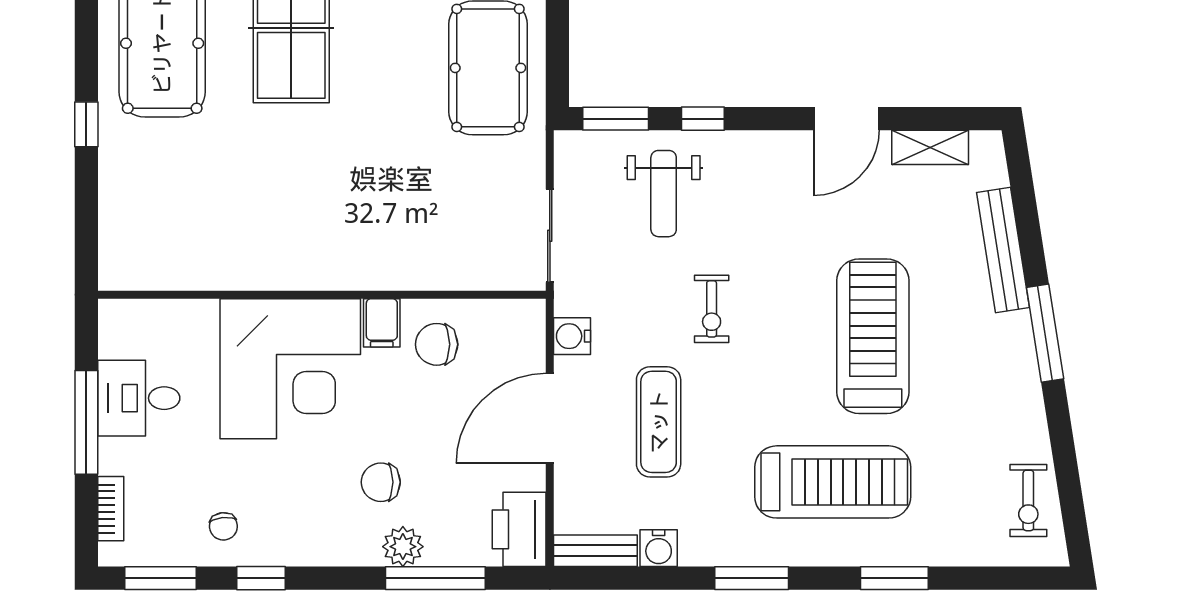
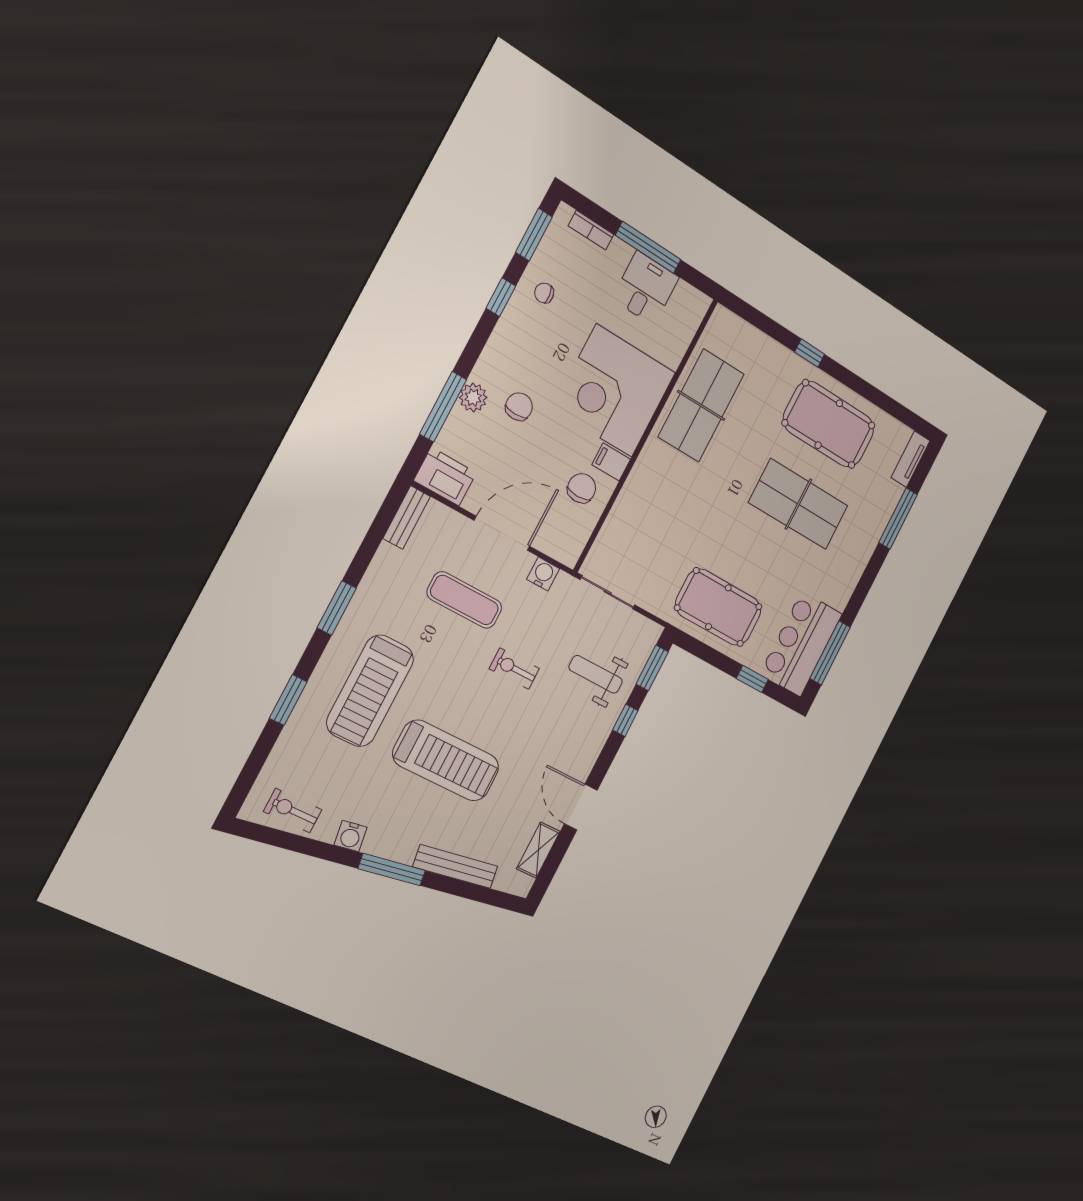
table tennis table: (241, 240) -> (701, 405), added
door: (550, 418) -> (502, 533), hinge flipped
water cooler: (659, 548) -> (351, 836), moved, turned -99

